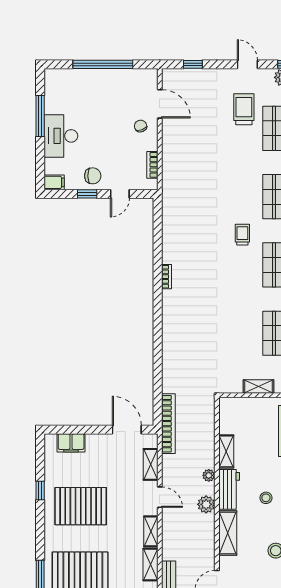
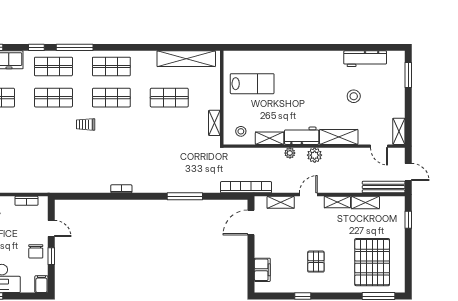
chair: (93, 176) -> (36, 251), turned 180
window: (158, 351) -> (185, 196), added
shelving: (259, 386) -> (214, 123), moved
stool: (266, 498) -> (241, 131), moved
pallet: (81, 506) -> (316, 262), width x0.49, depth x0.50

